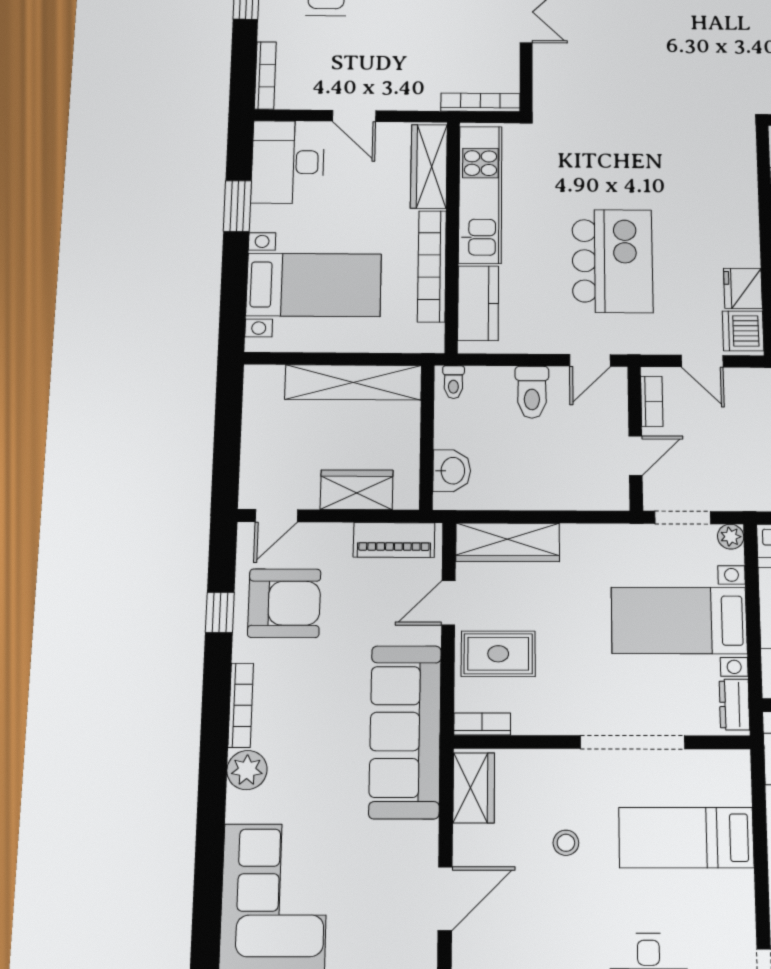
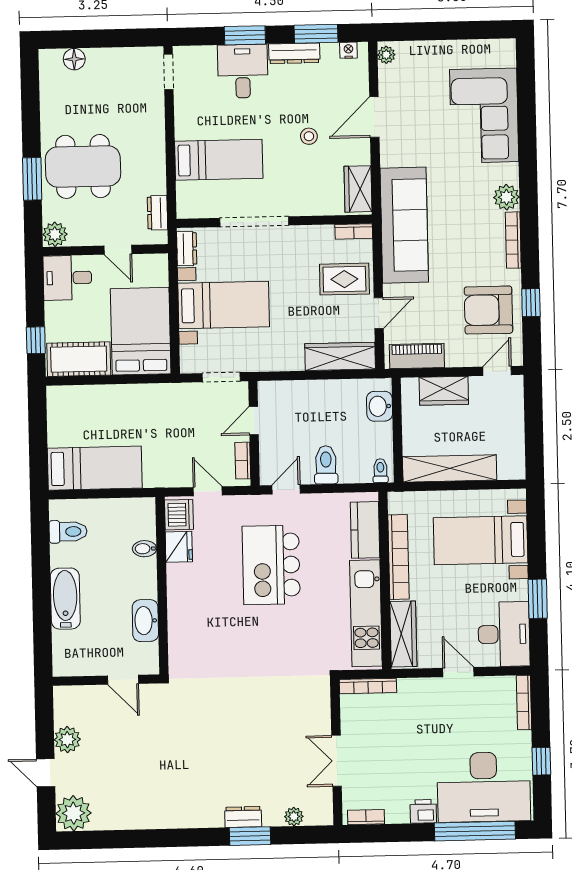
plant: (731, 537) -> (189, 364), removed
stool: (566, 843) -> (309, 136), moved

